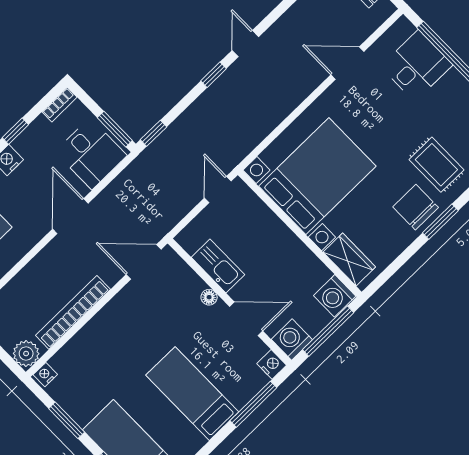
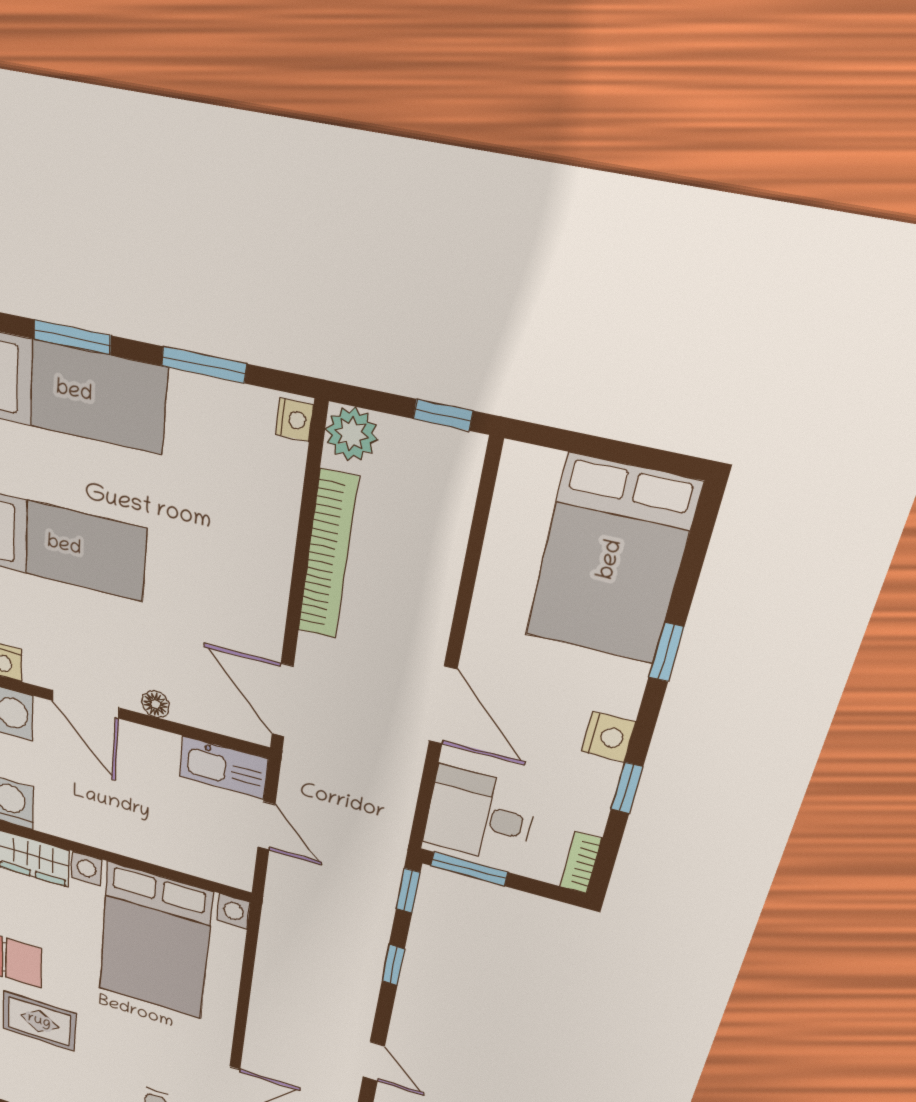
window: (214, 75) -> (393, 965), moved
door: (218, 190) -> (266, 826), moved
door: (144, 262) -> (283, 700), swing flipped
kitchen sink: (218, 266) -> (224, 767), moved
door: (246, 319) -> (85, 704), hinge flipped

